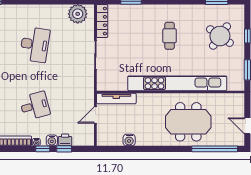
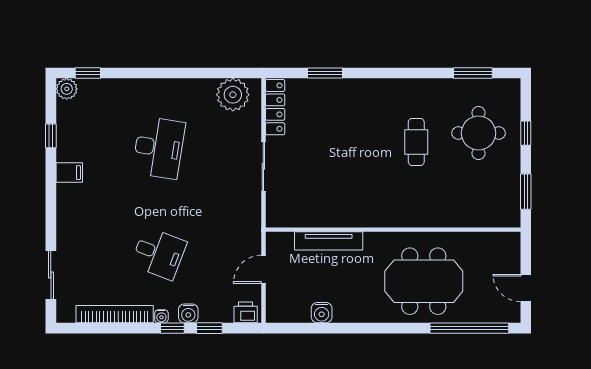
cafe table: (170, 36) -> (416, 142), moved
round table: (220, 36) -> (479, 133), turned -35
kitchen unit: (177, 83) -> (405, 215), removed
tv unit: (116, 98) -> (329, 241), moved
desk: (35, 106) -> (159, 253), turned 36
printer: (65, 140) -> (246, 312), moved

